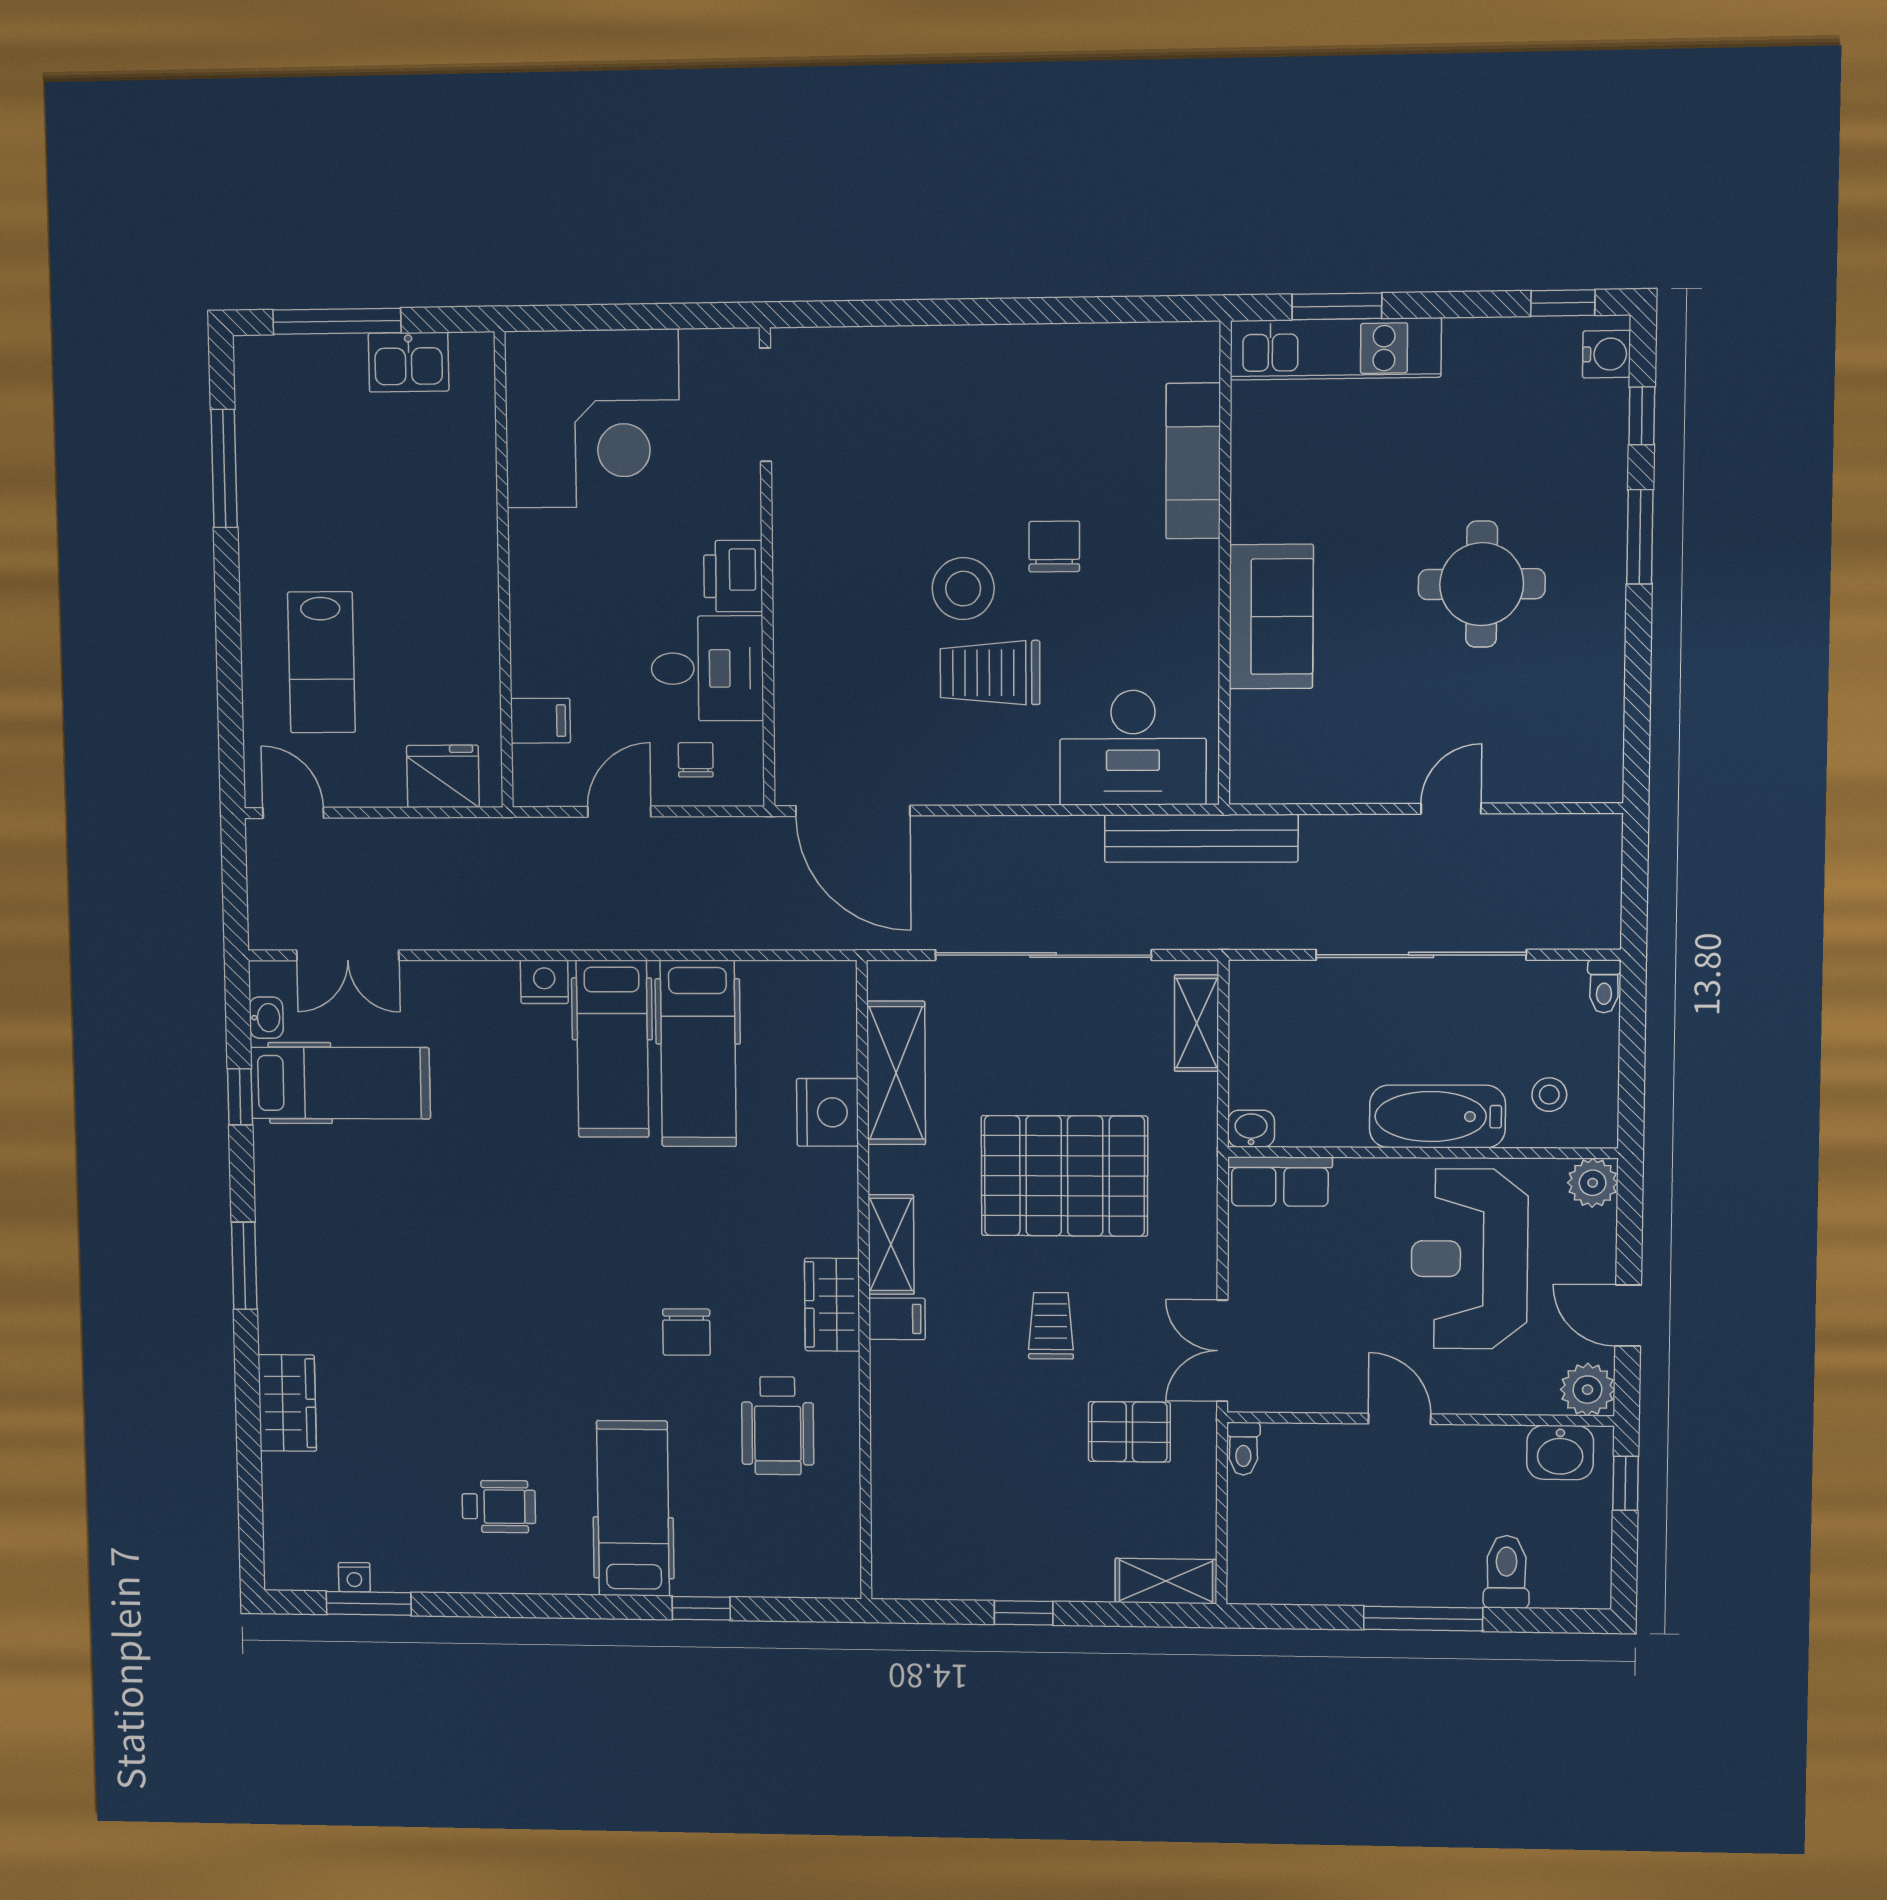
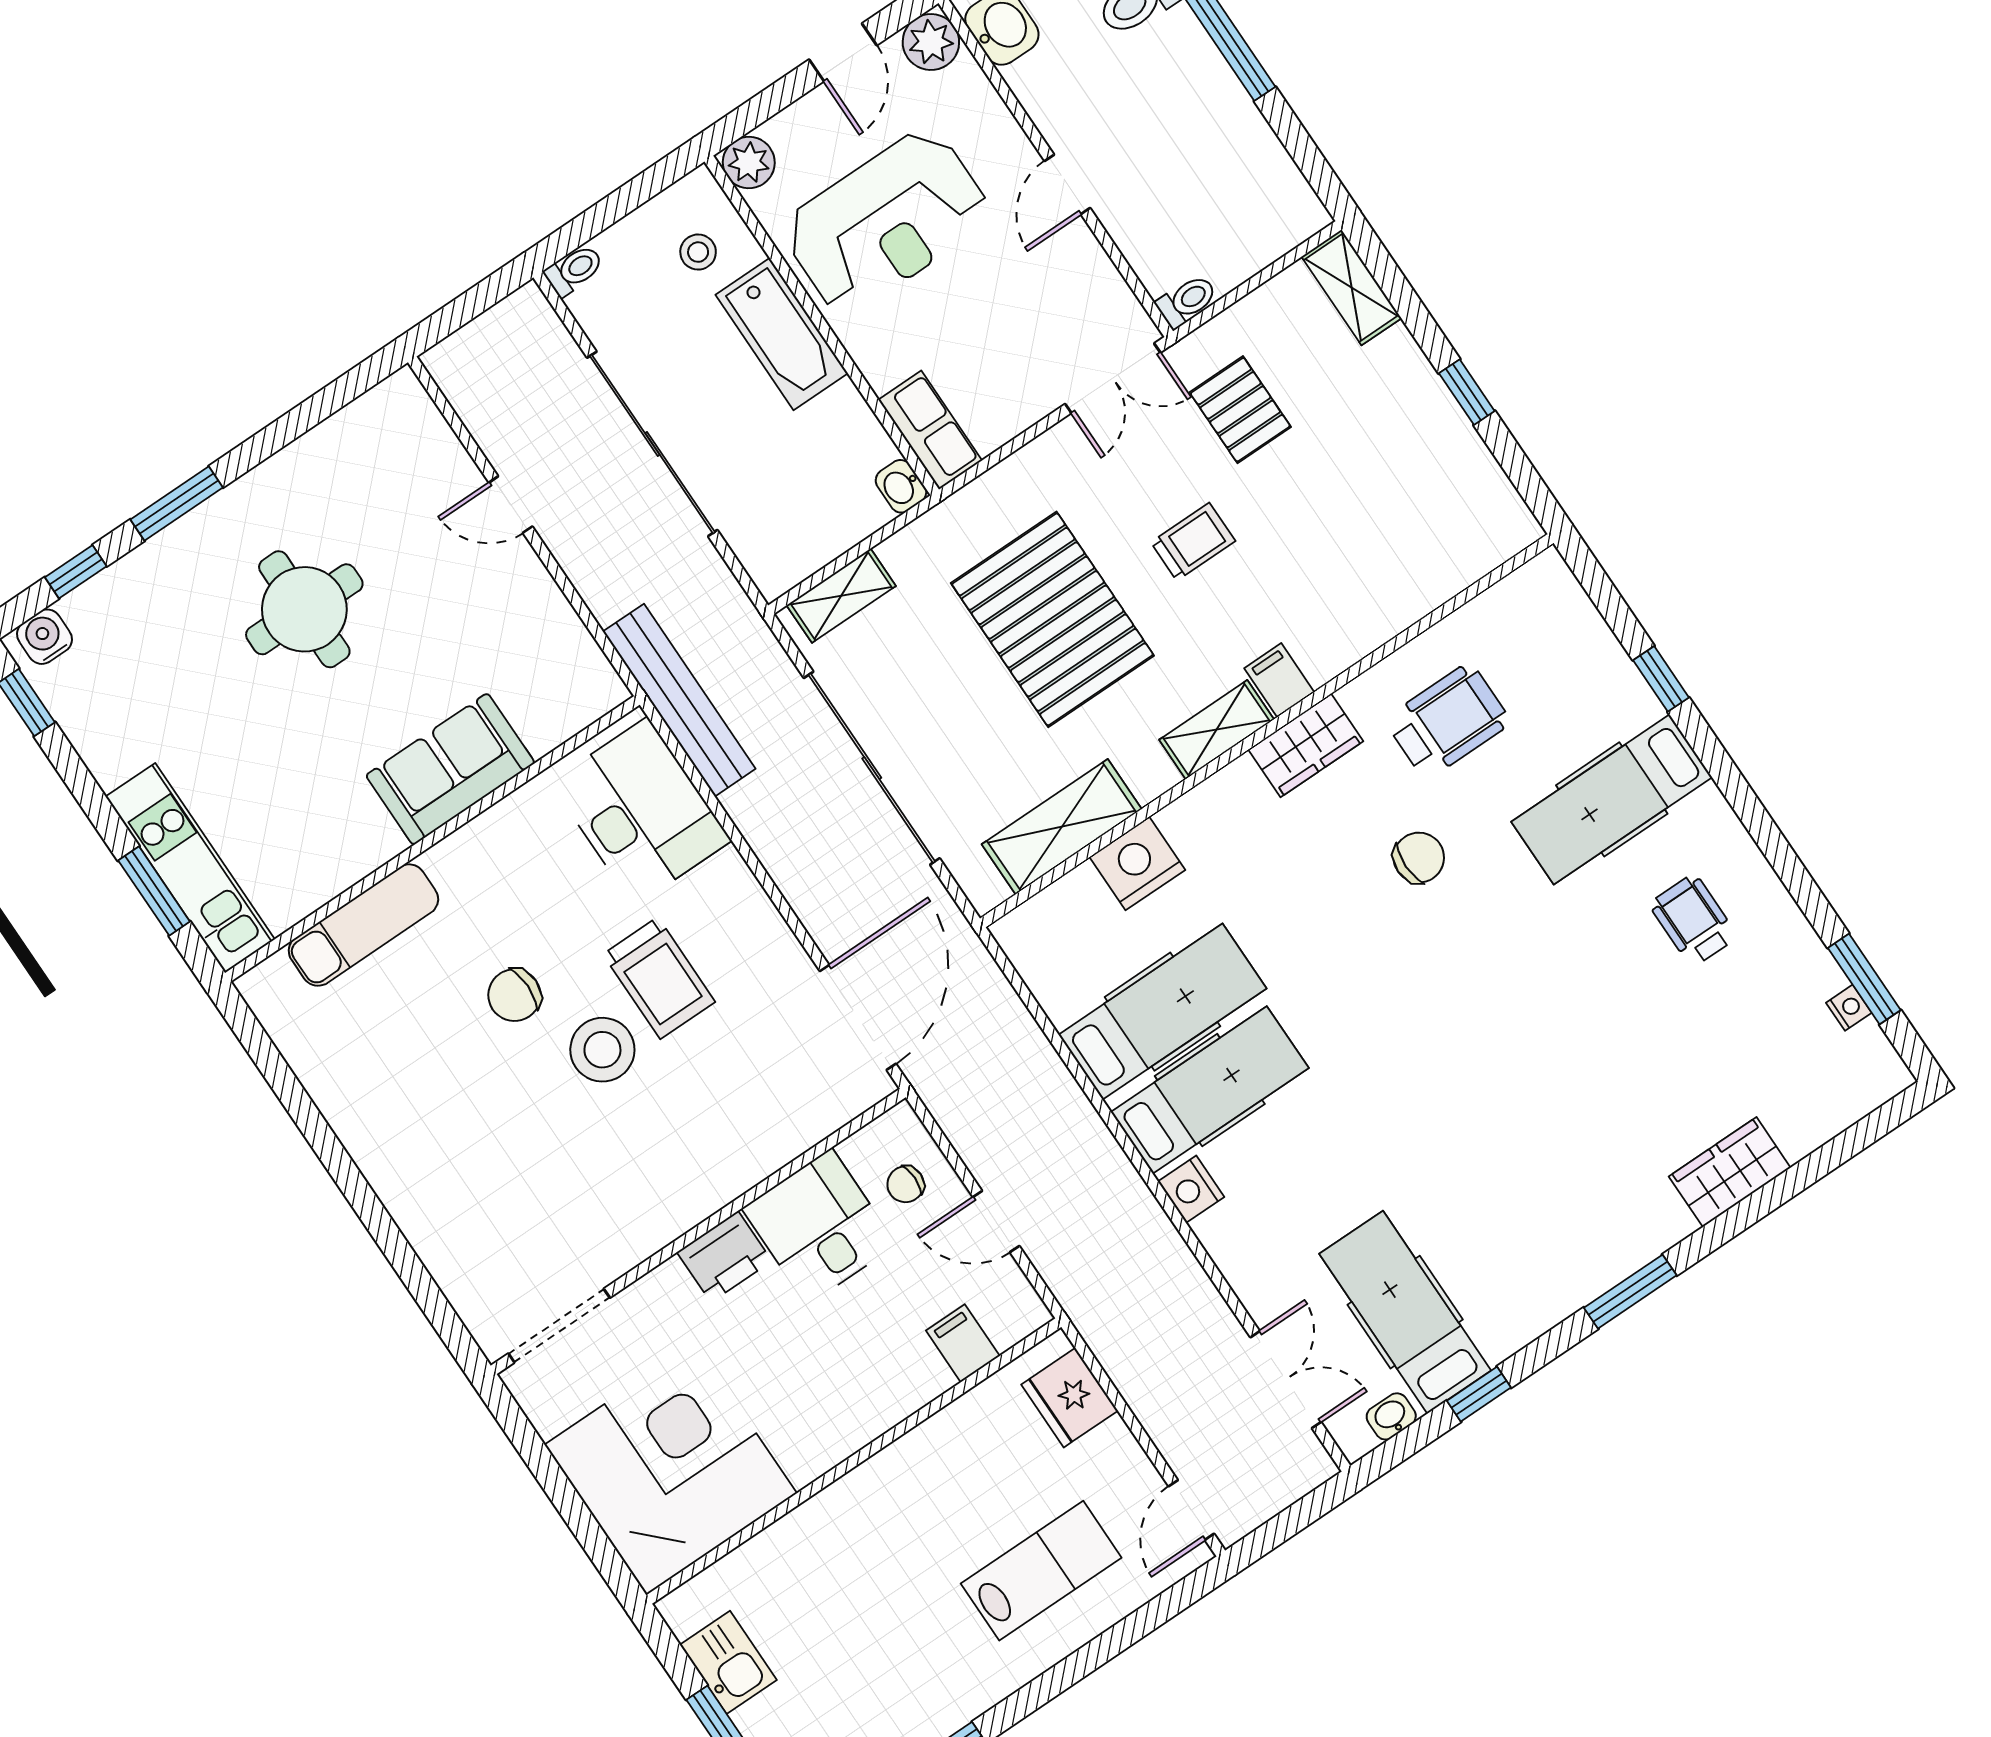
trolley: (1051, 1326) -> (1193, 542), turned 180

